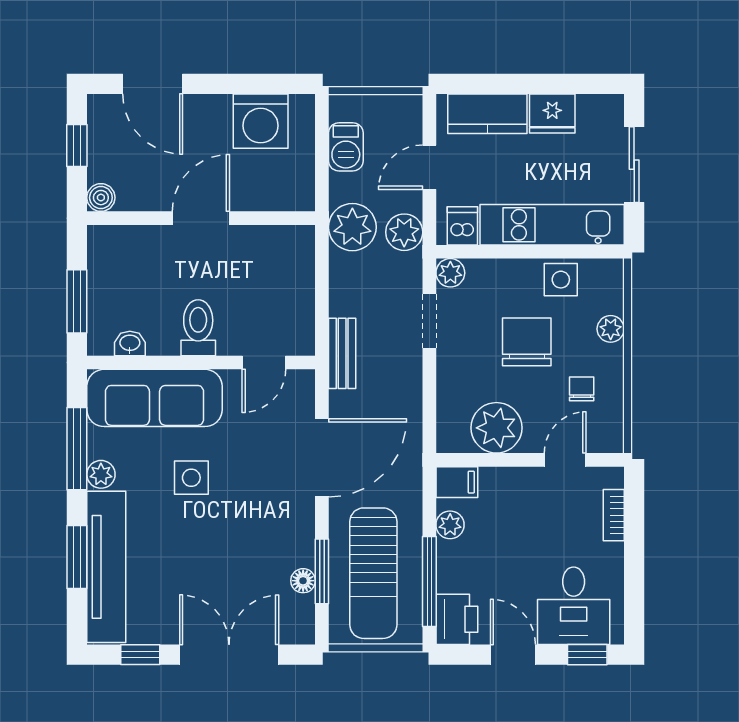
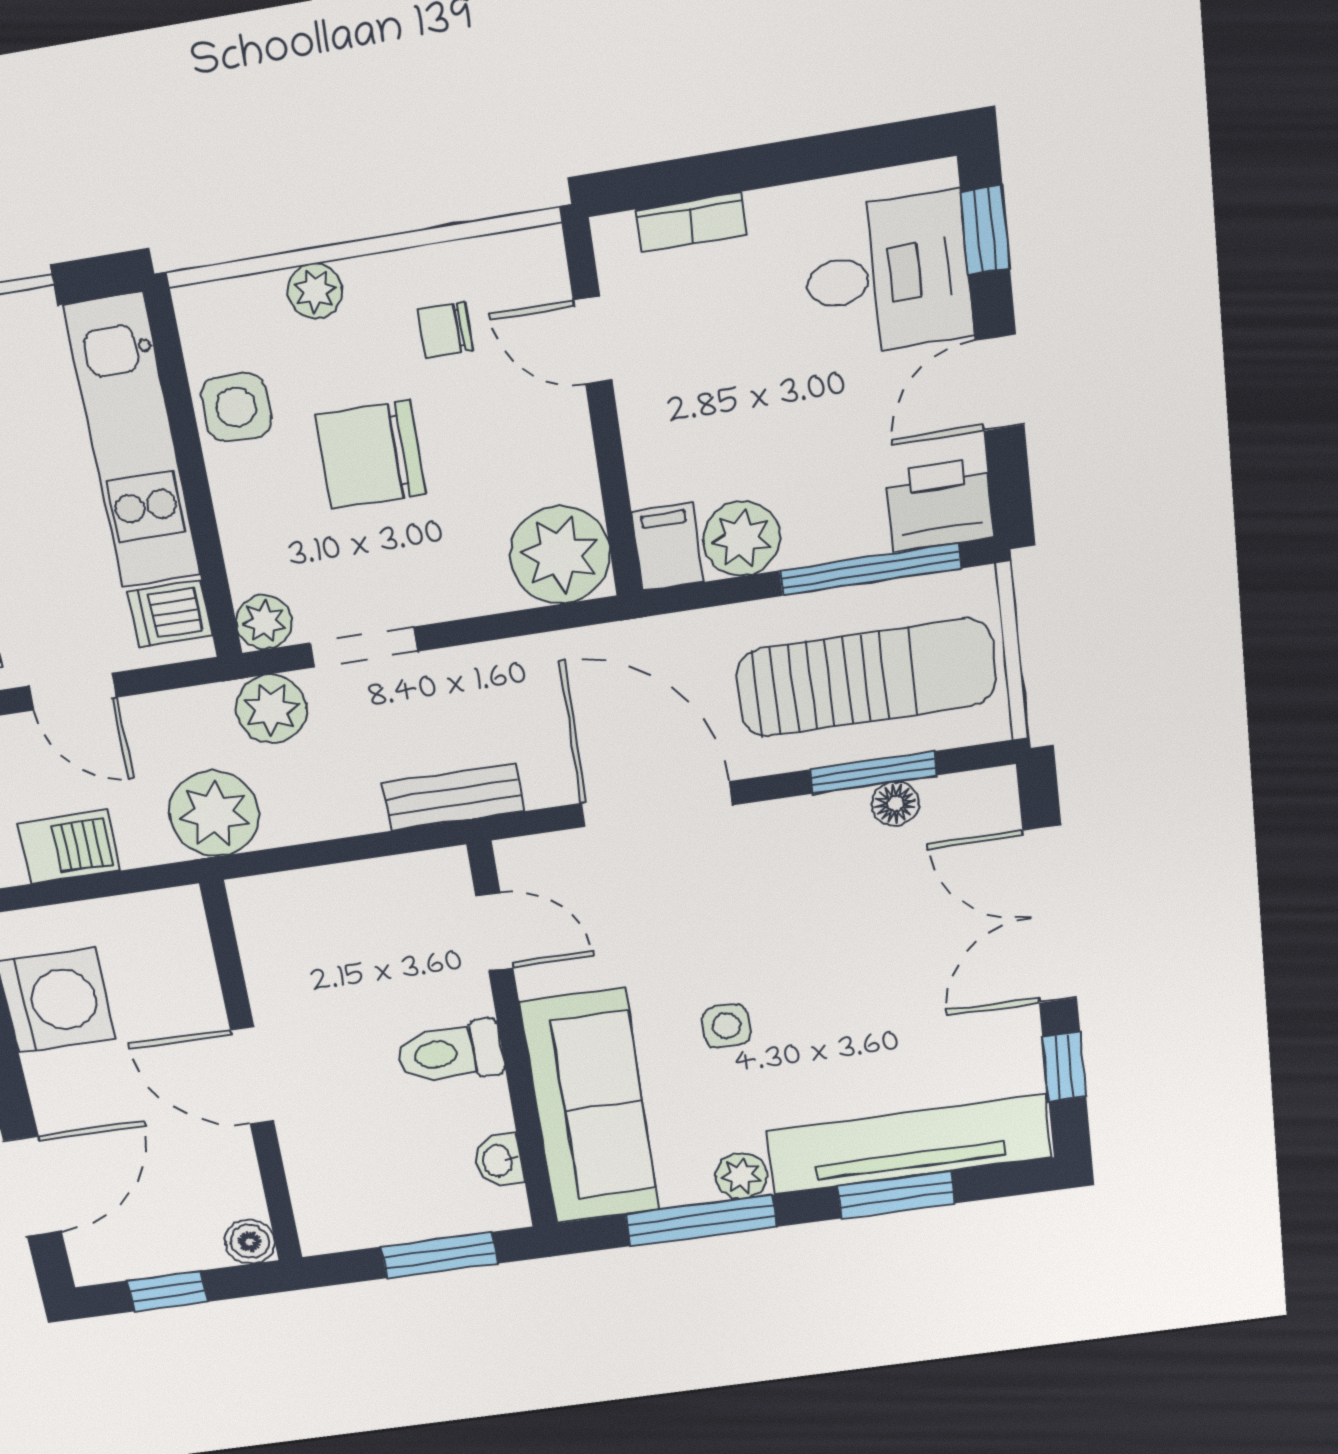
plant: (404, 232) -> (271, 709), moved
plant: (496, 428) -> (560, 555), moved
side table: (191, 478) -> (726, 1026), width x0.73, depth x0.73
plant: (450, 525) -> (742, 539), width x1.38, depth x1.38

